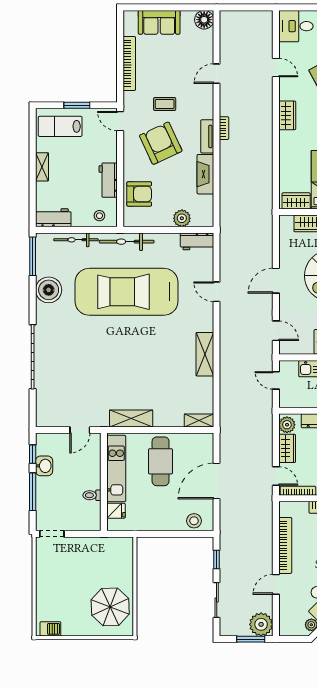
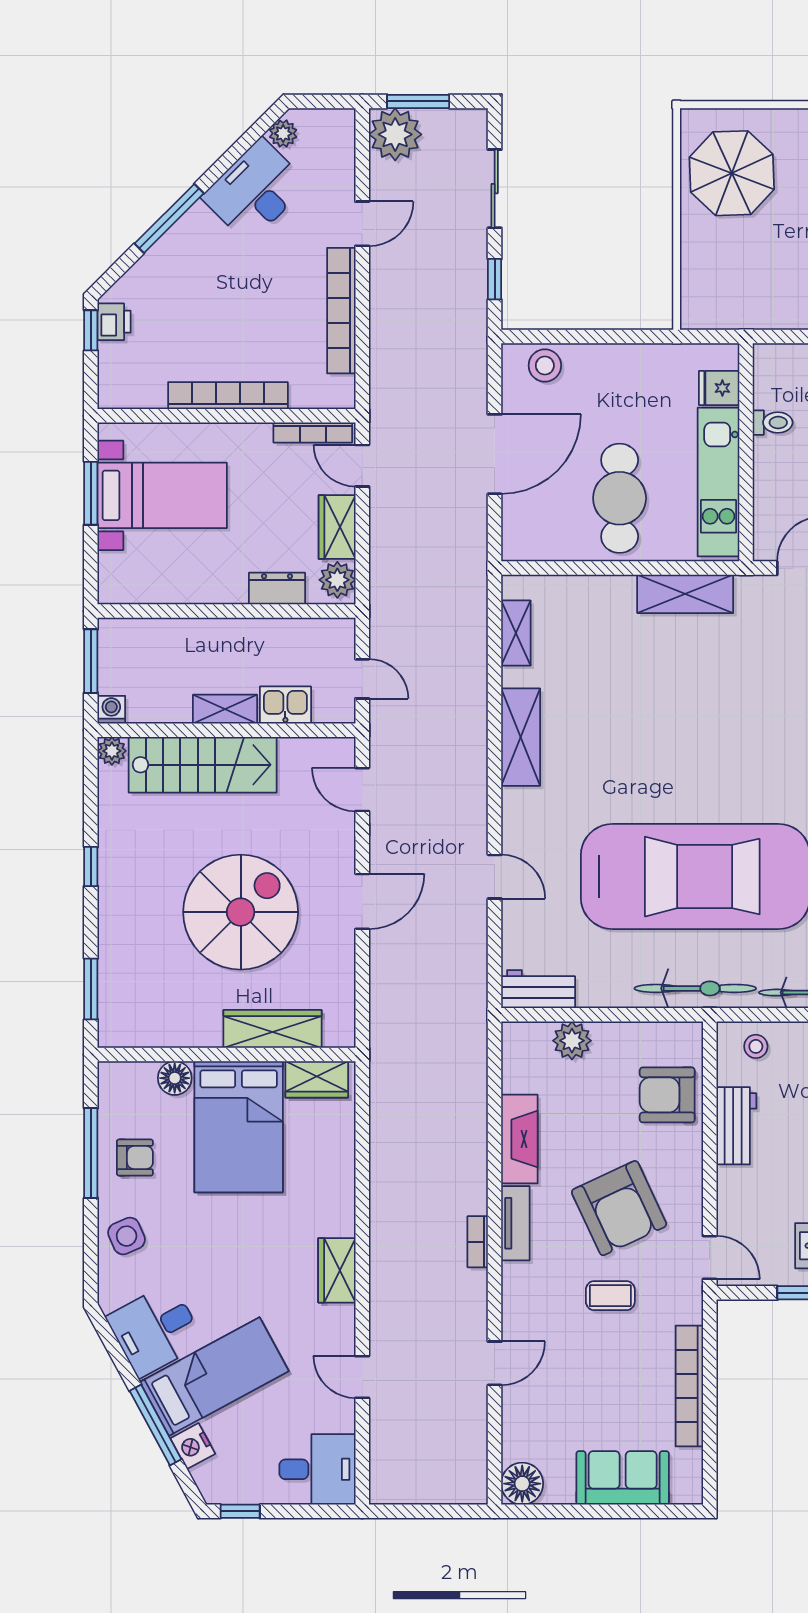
shelving: (199, 420) -> (516, 633), moved, turned 90

